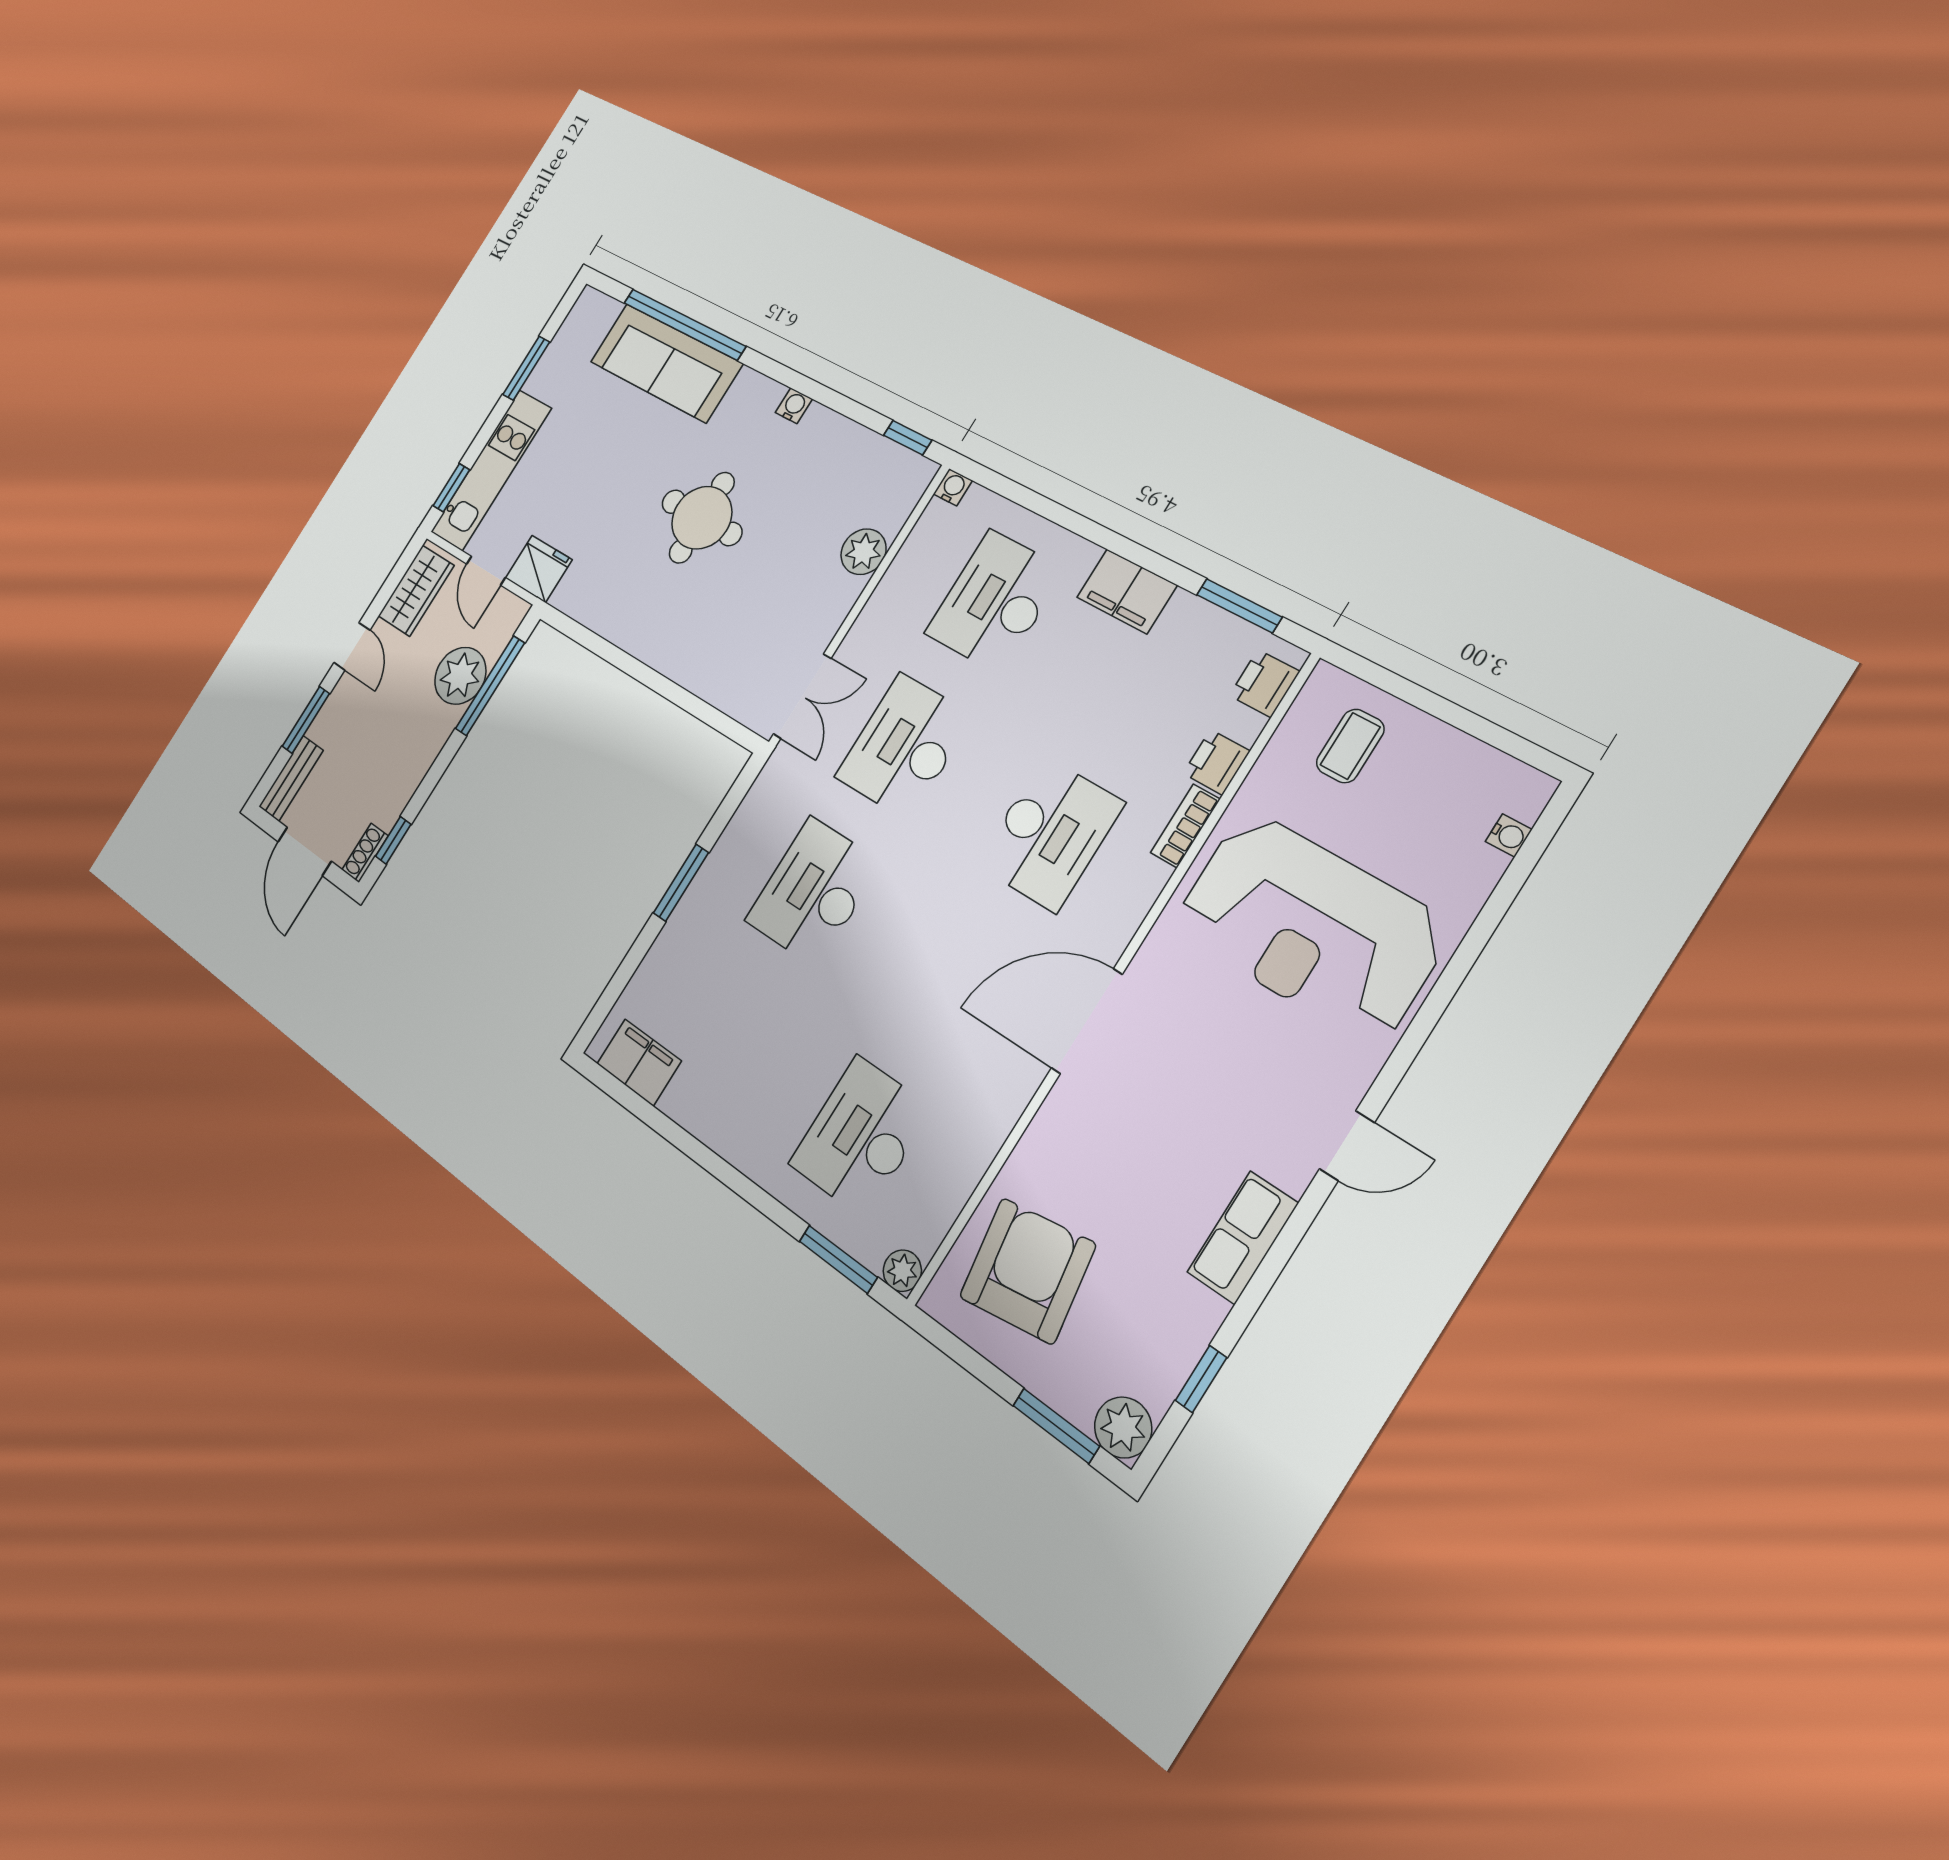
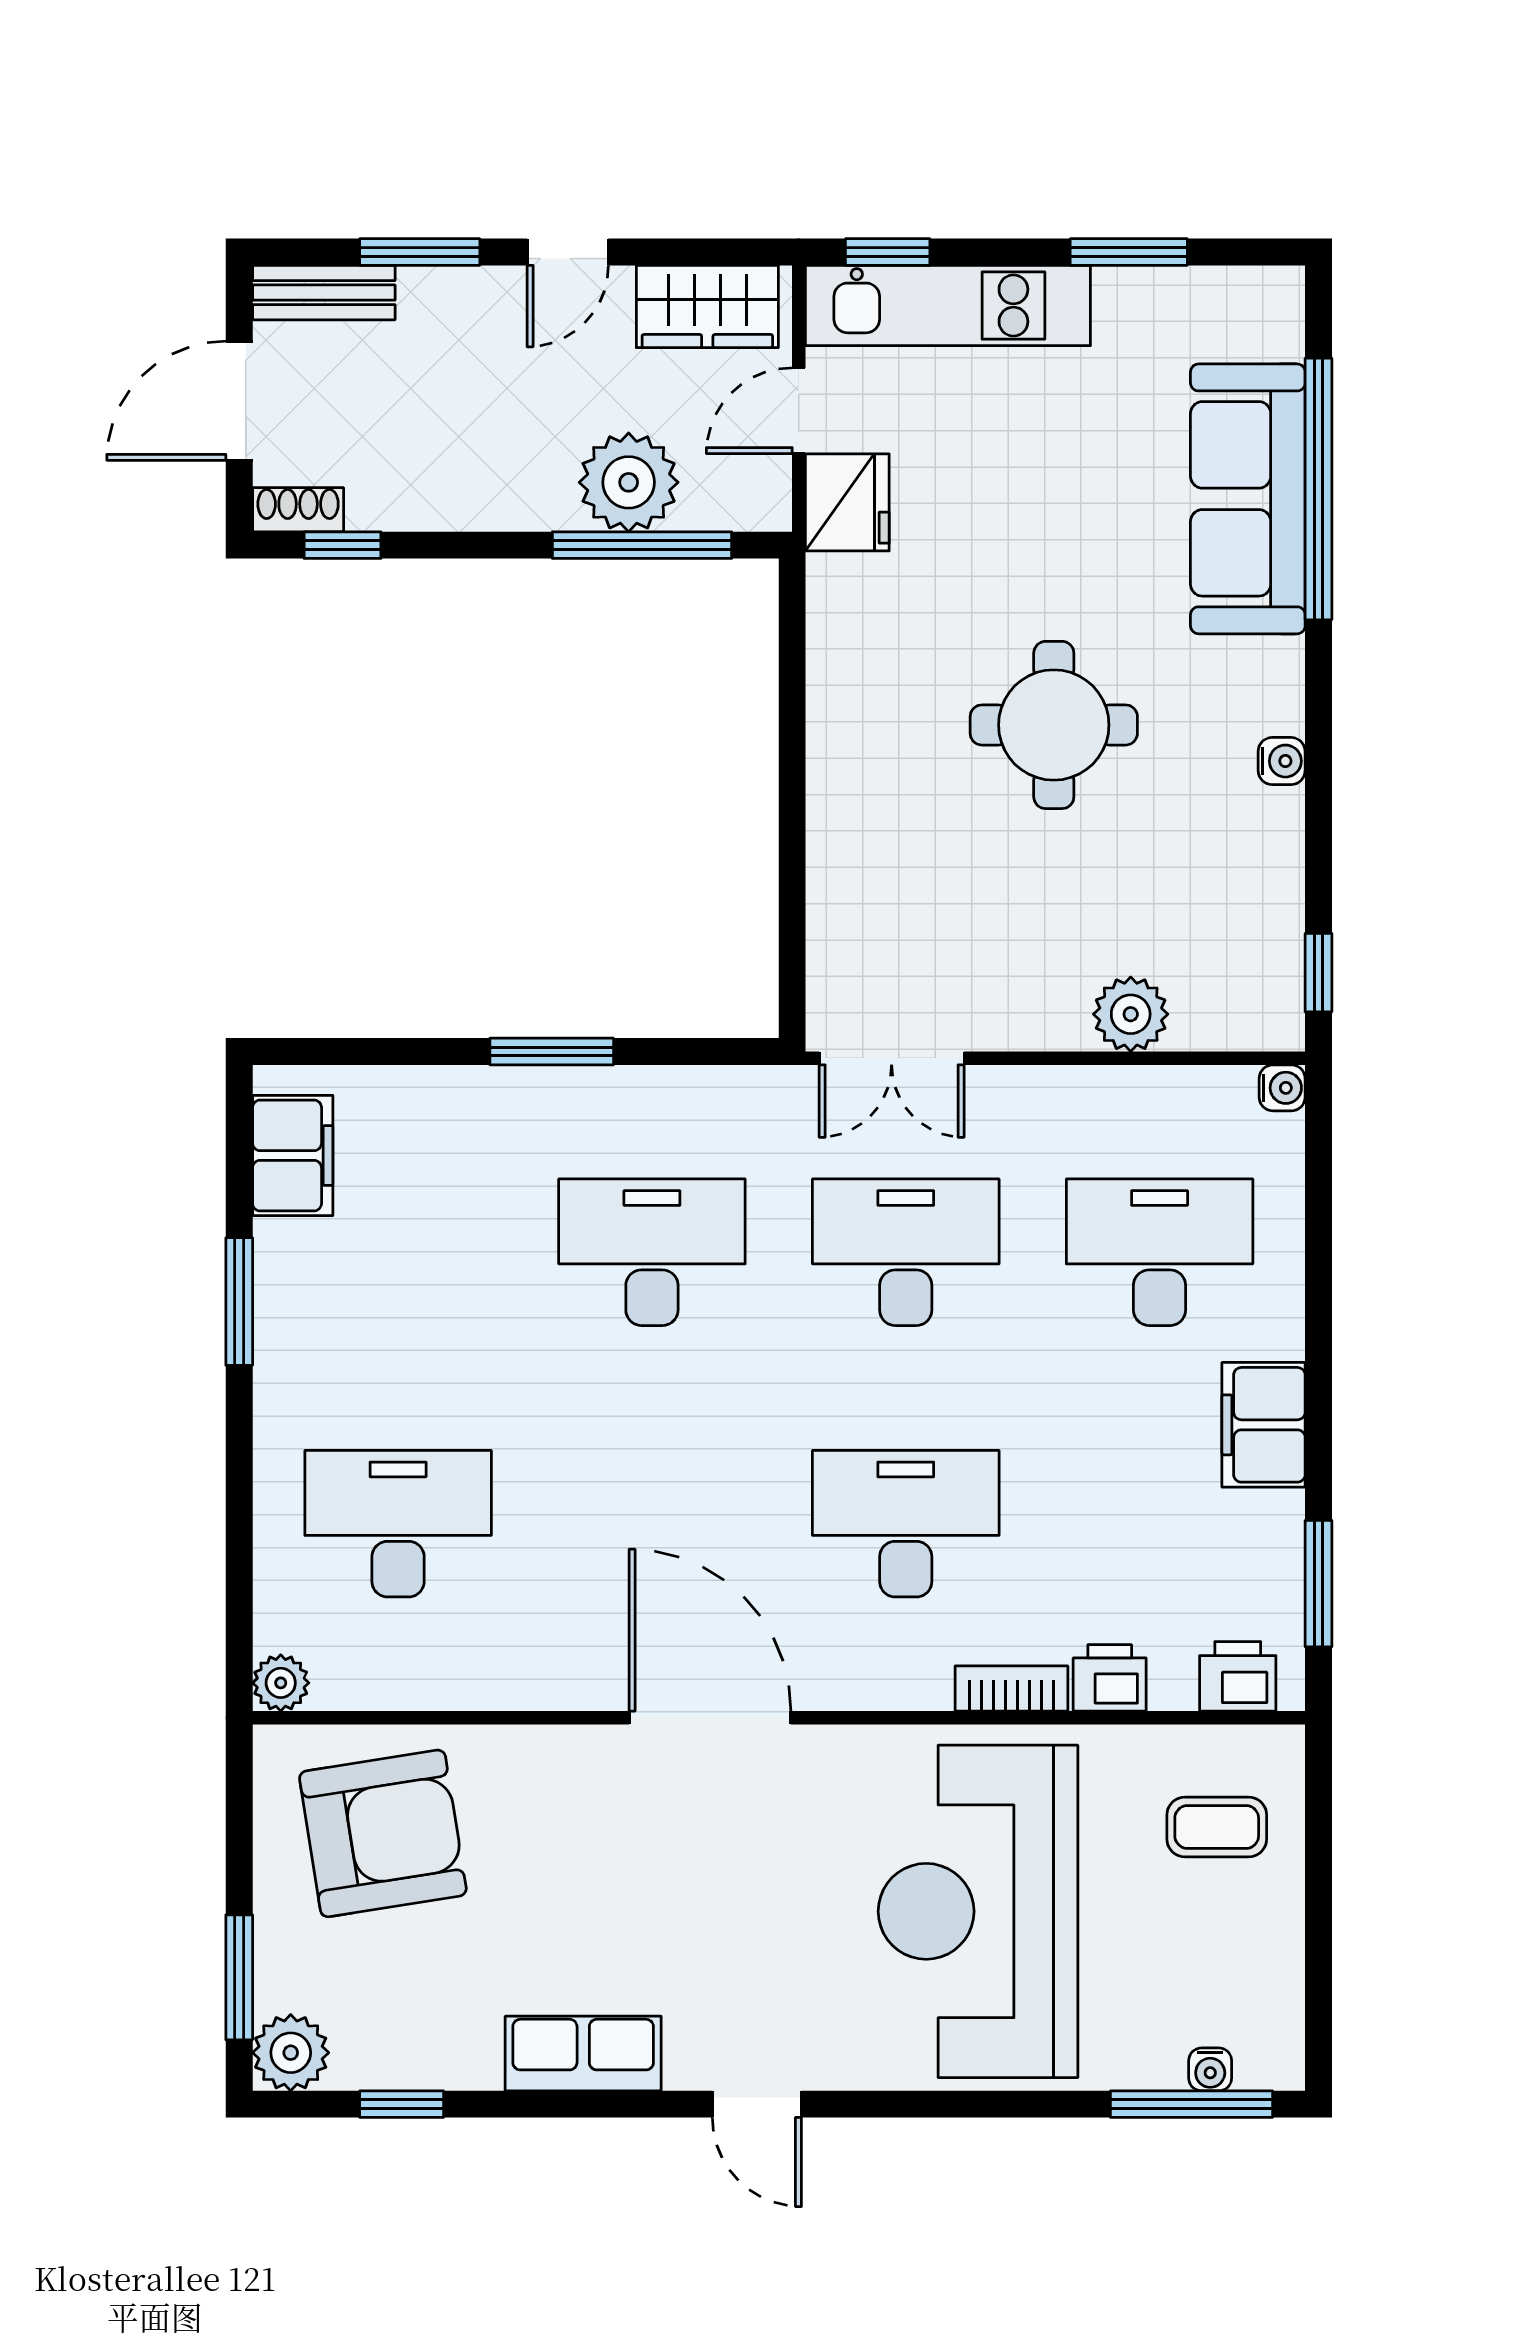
desk: (1050, 834) -> (906, 1524), turned 180
window: (1525, 861) -> (1192, 2104), added
window: (838, 1259) -> (239, 1302), moved

